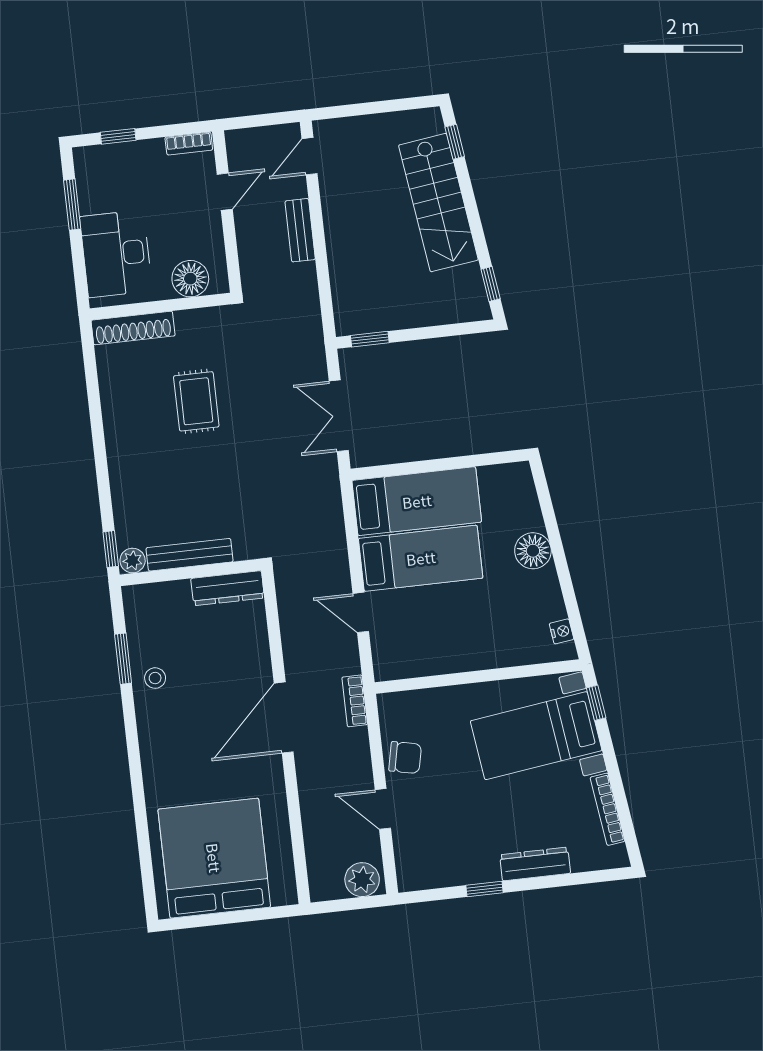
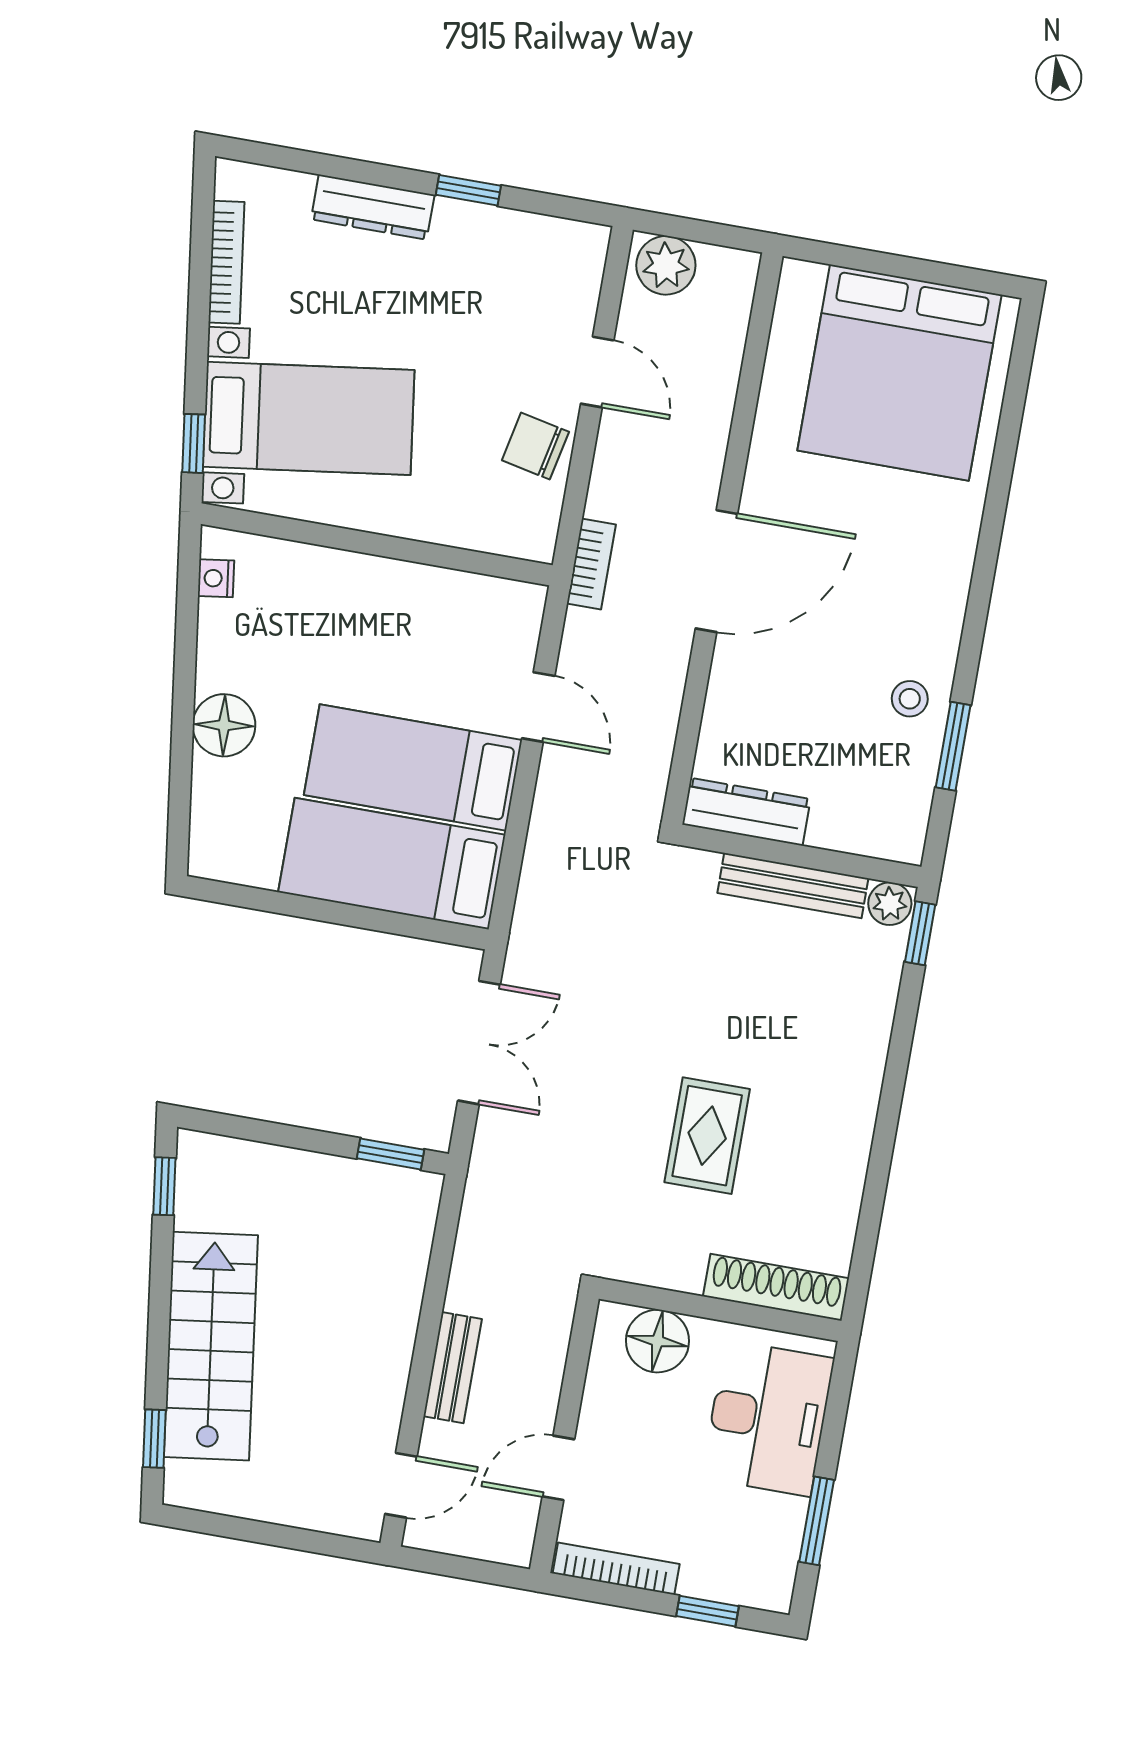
bookcase: (189, 144) -> (616, 1569), width x1.56

